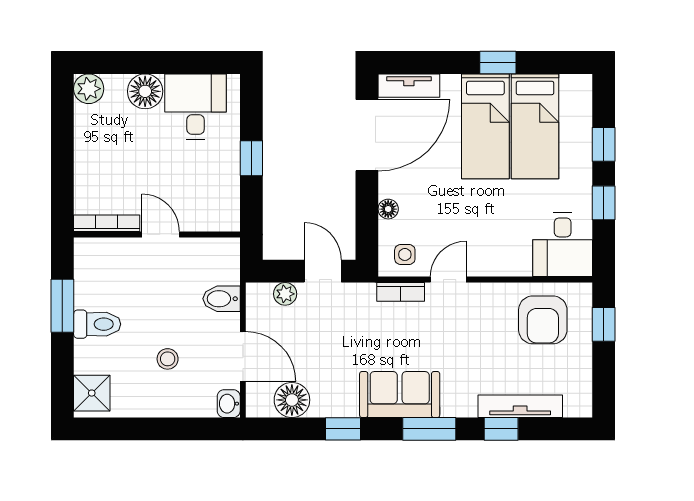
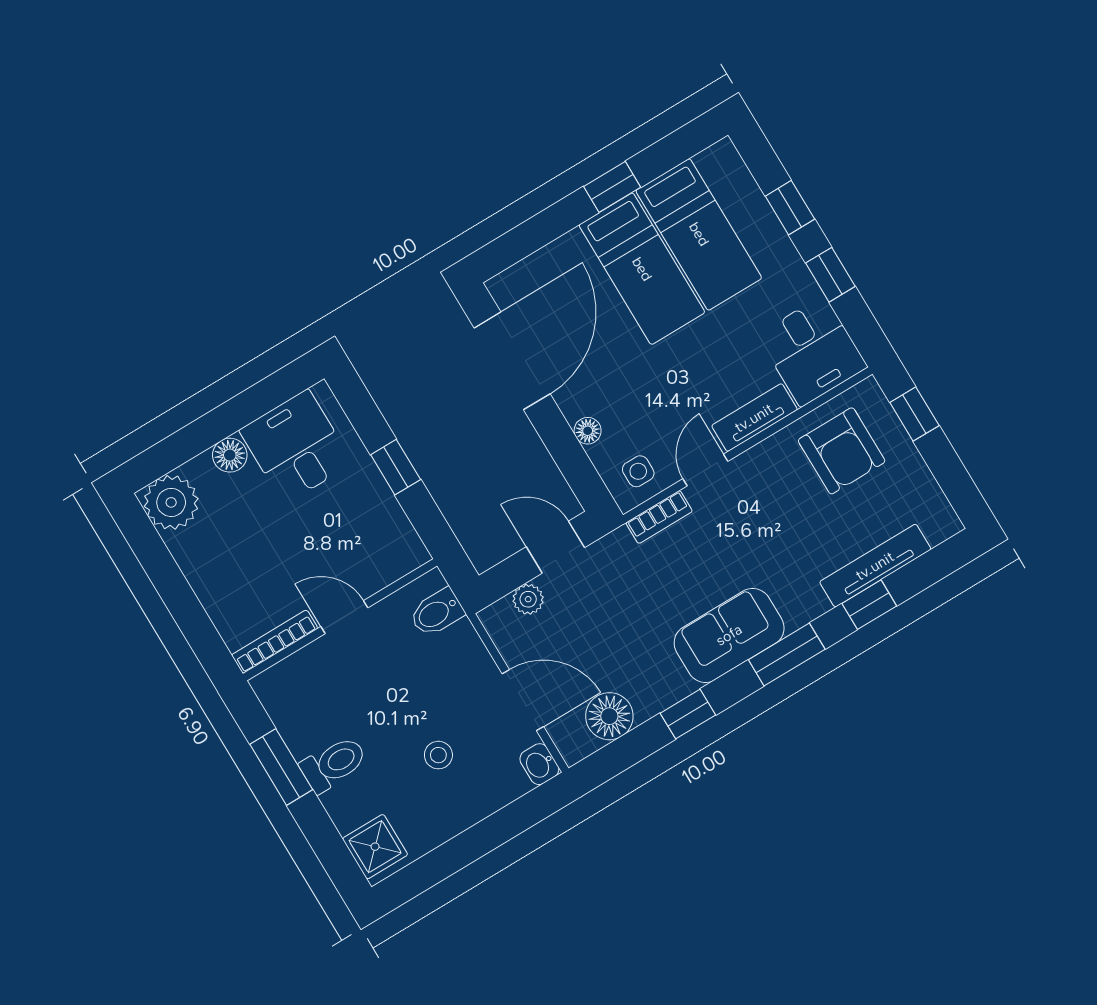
tv unit: (409, 86) -> (754, 418), moved, turned 180
plant: (89, 89) -> (171, 502), width x1.36, depth x1.36
floor lamp: (145, 91) -> (230, 455), width x0.73, depth x0.73
bidet: (222, 299) -> (437, 613), moved

